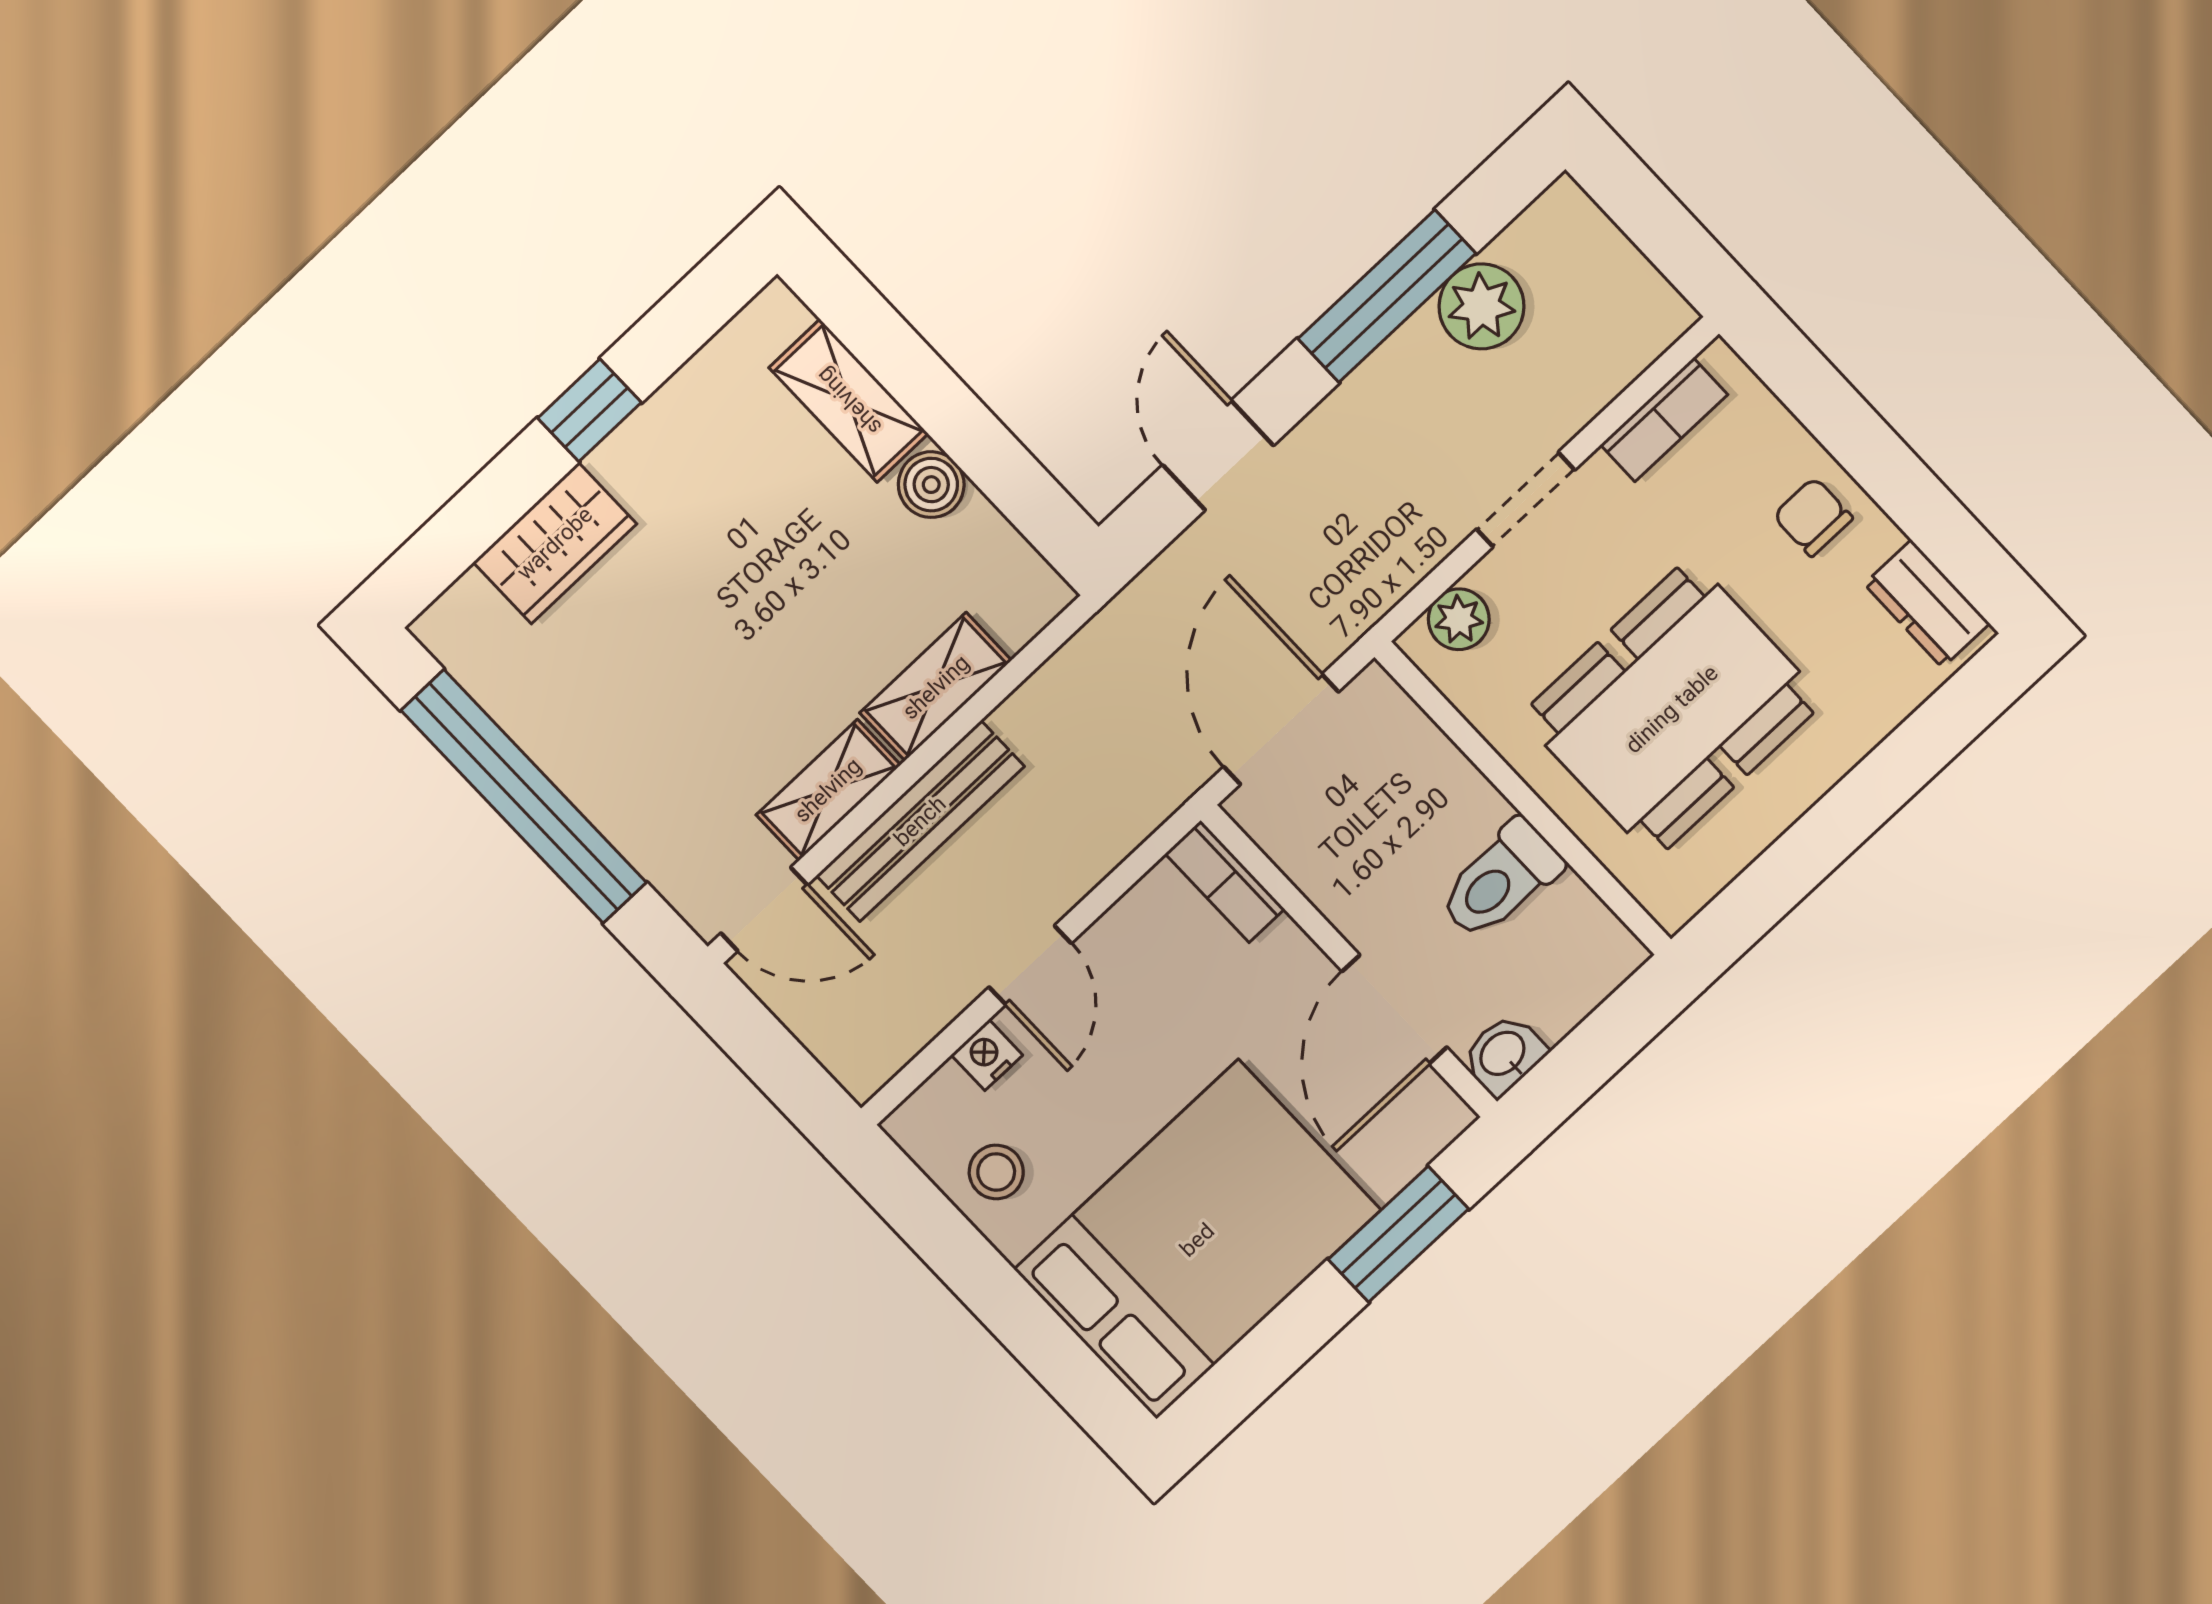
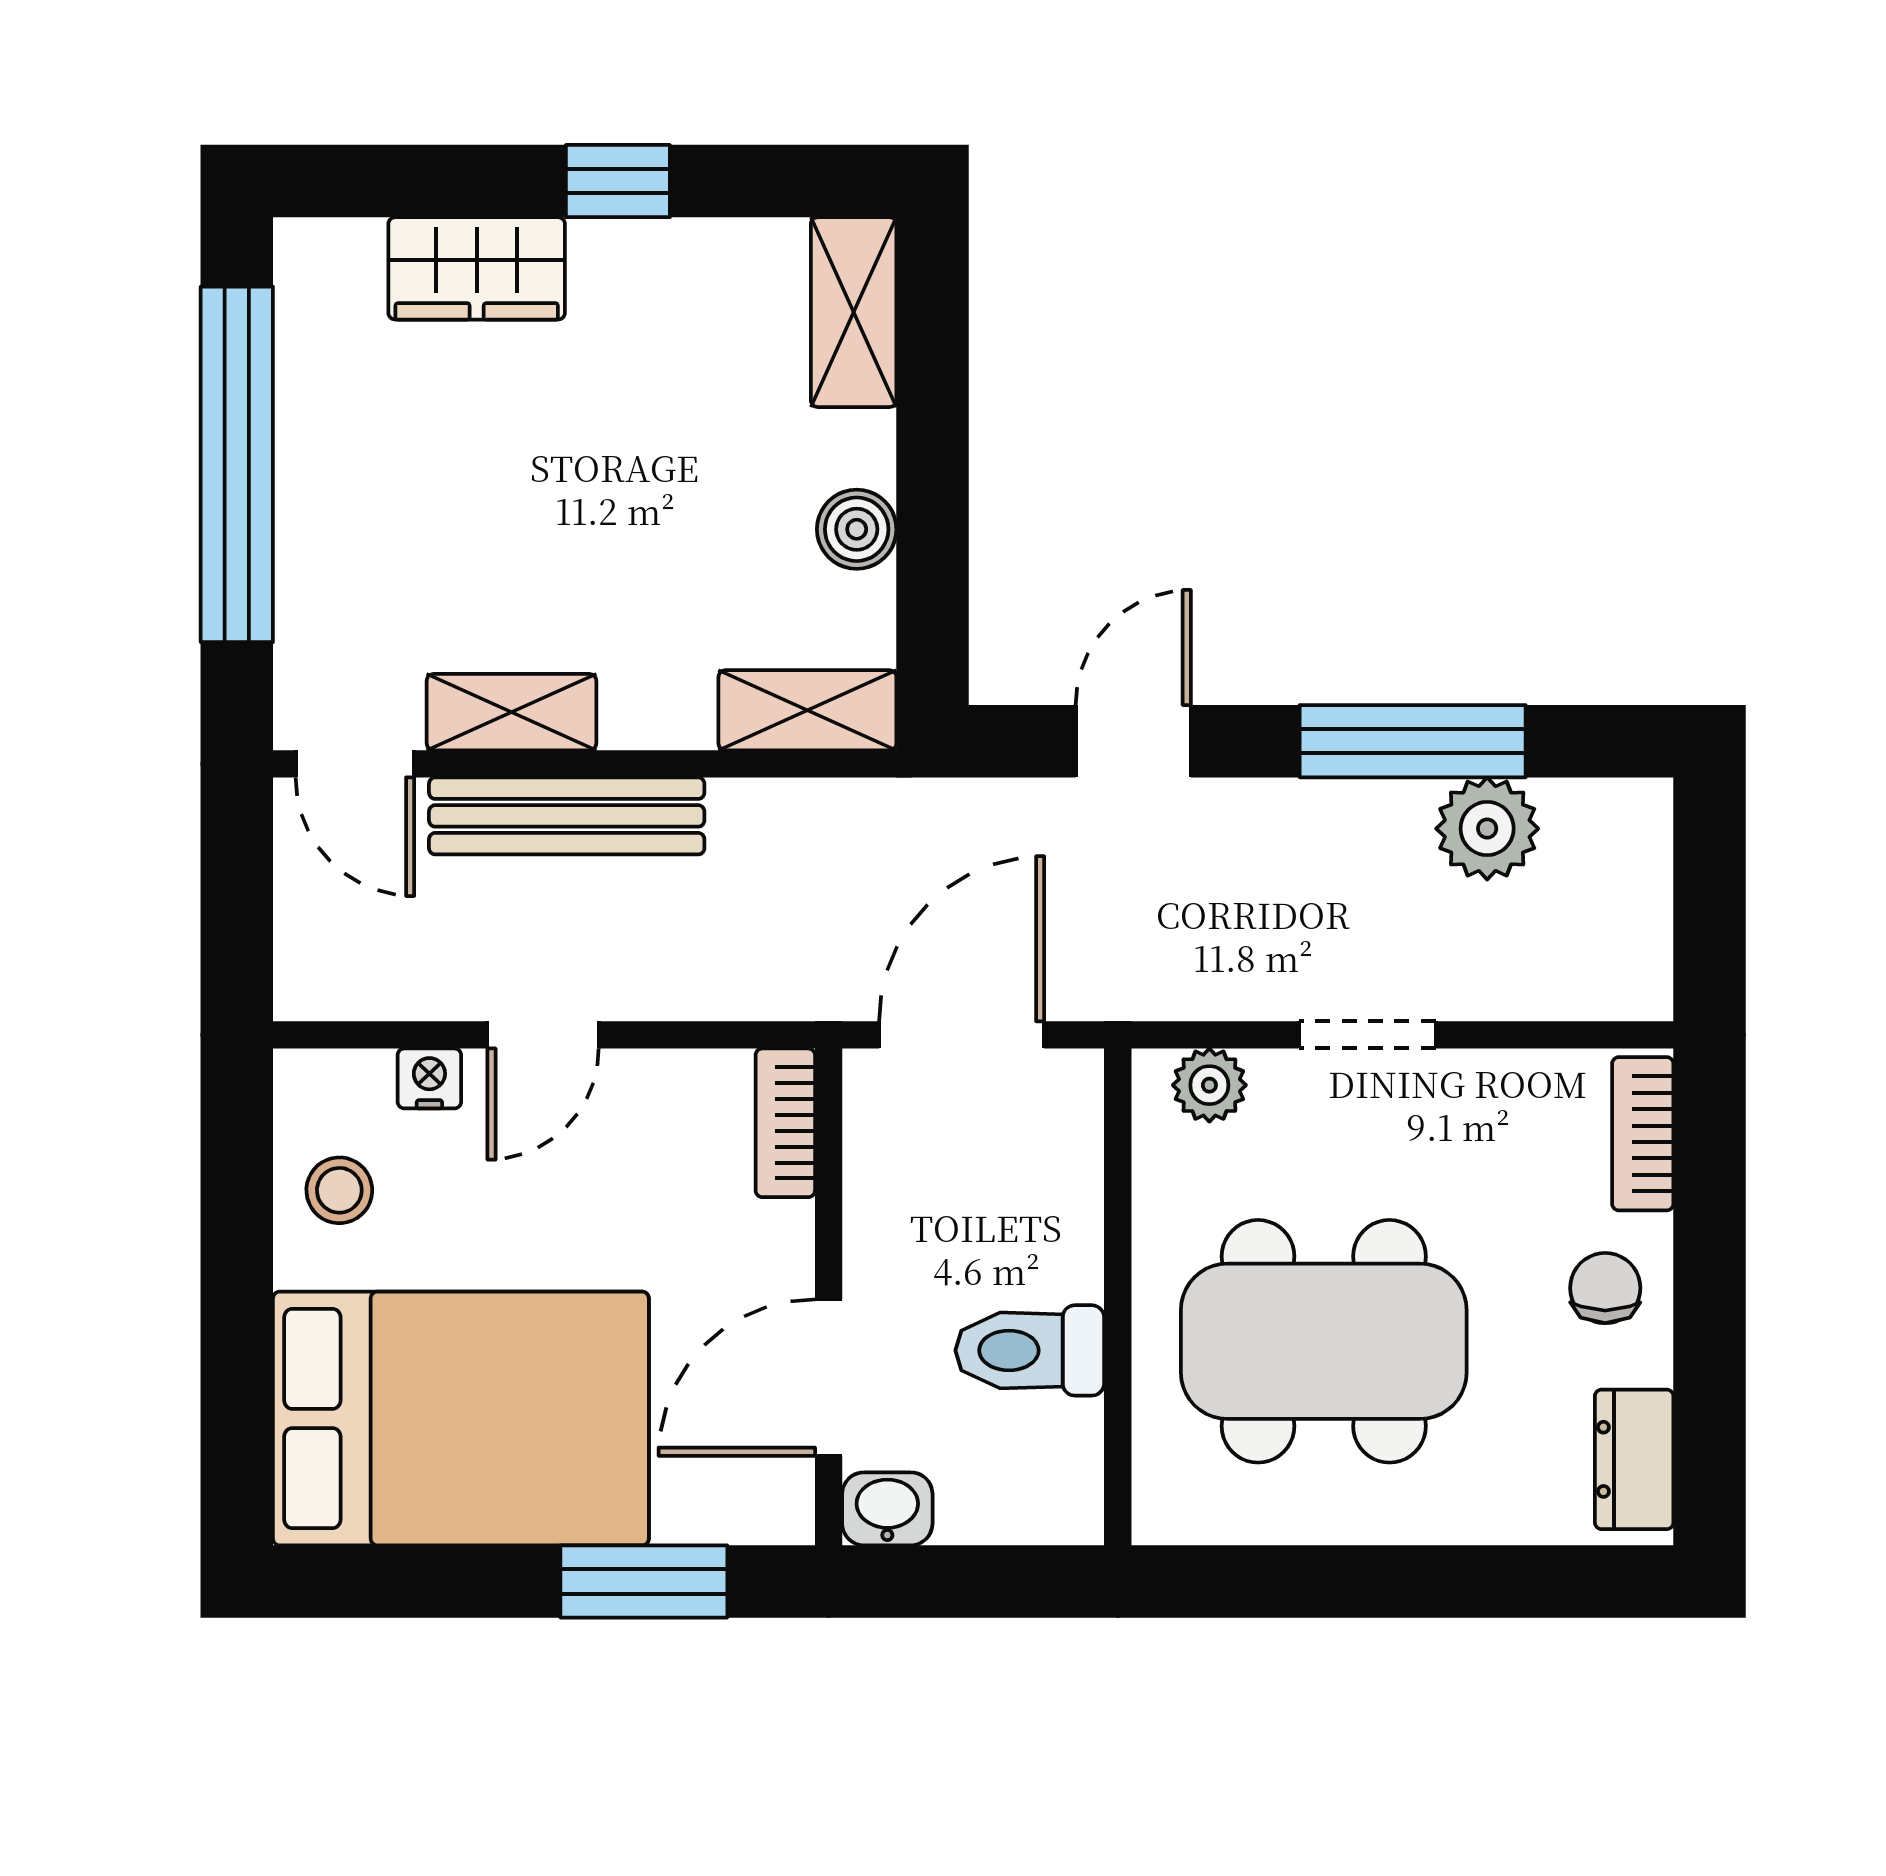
shelving: (849, 401) -> (854, 312), moved
bookcase: (1664, 420) -> (1643, 1134), moved, turned 90
shelving: (936, 687) -> (807, 710), moved

